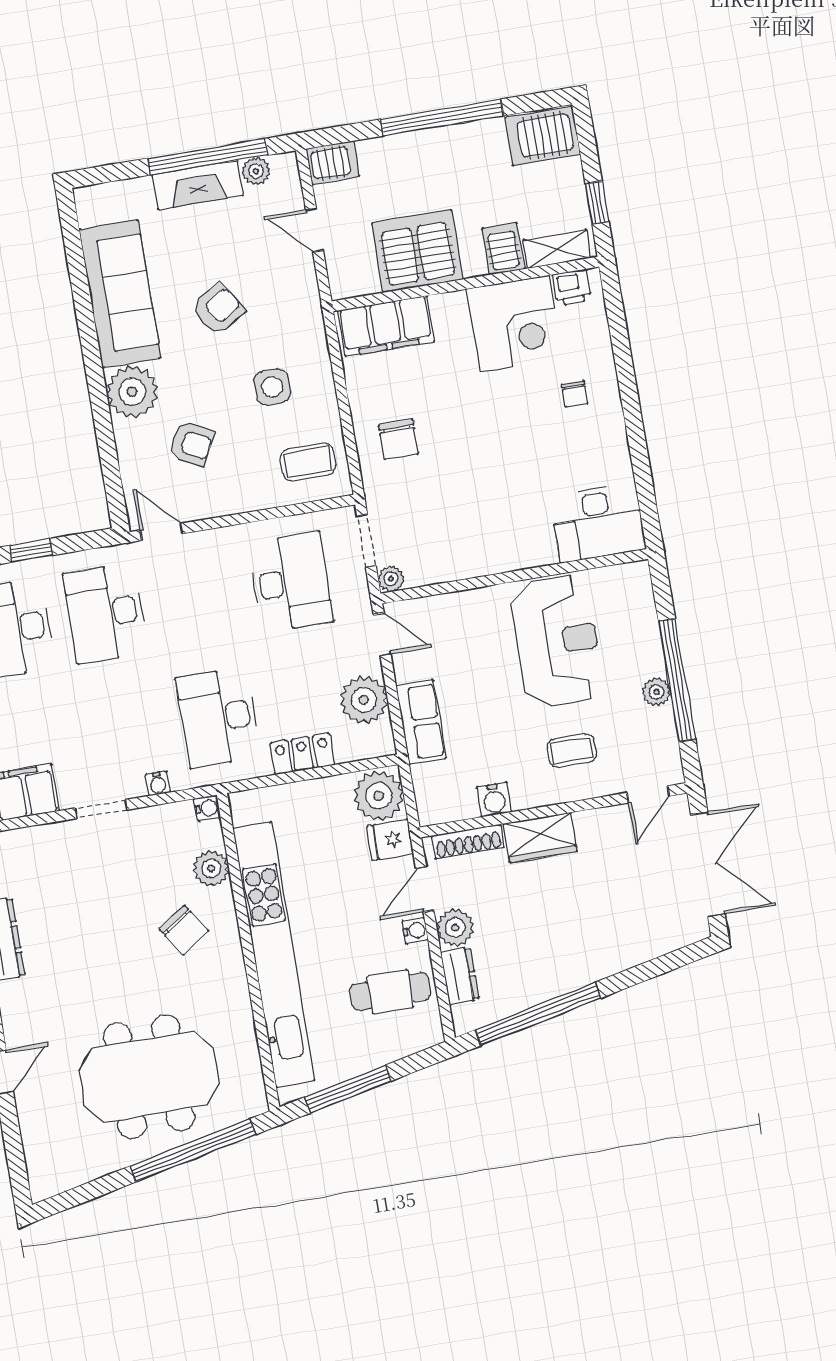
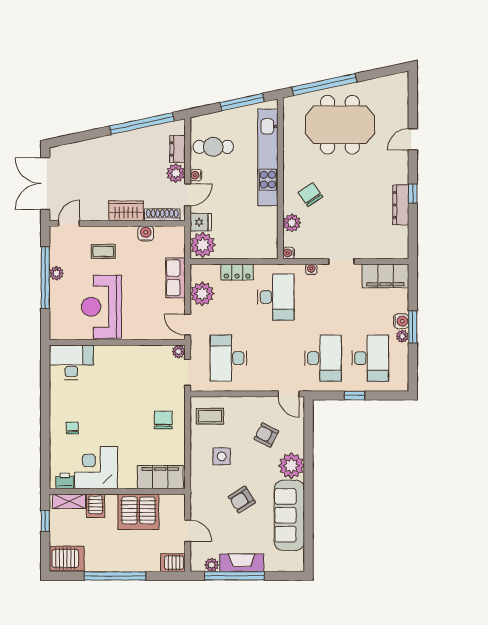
kitchen unit: (274, 954) -> (268, 157), width x0.73

